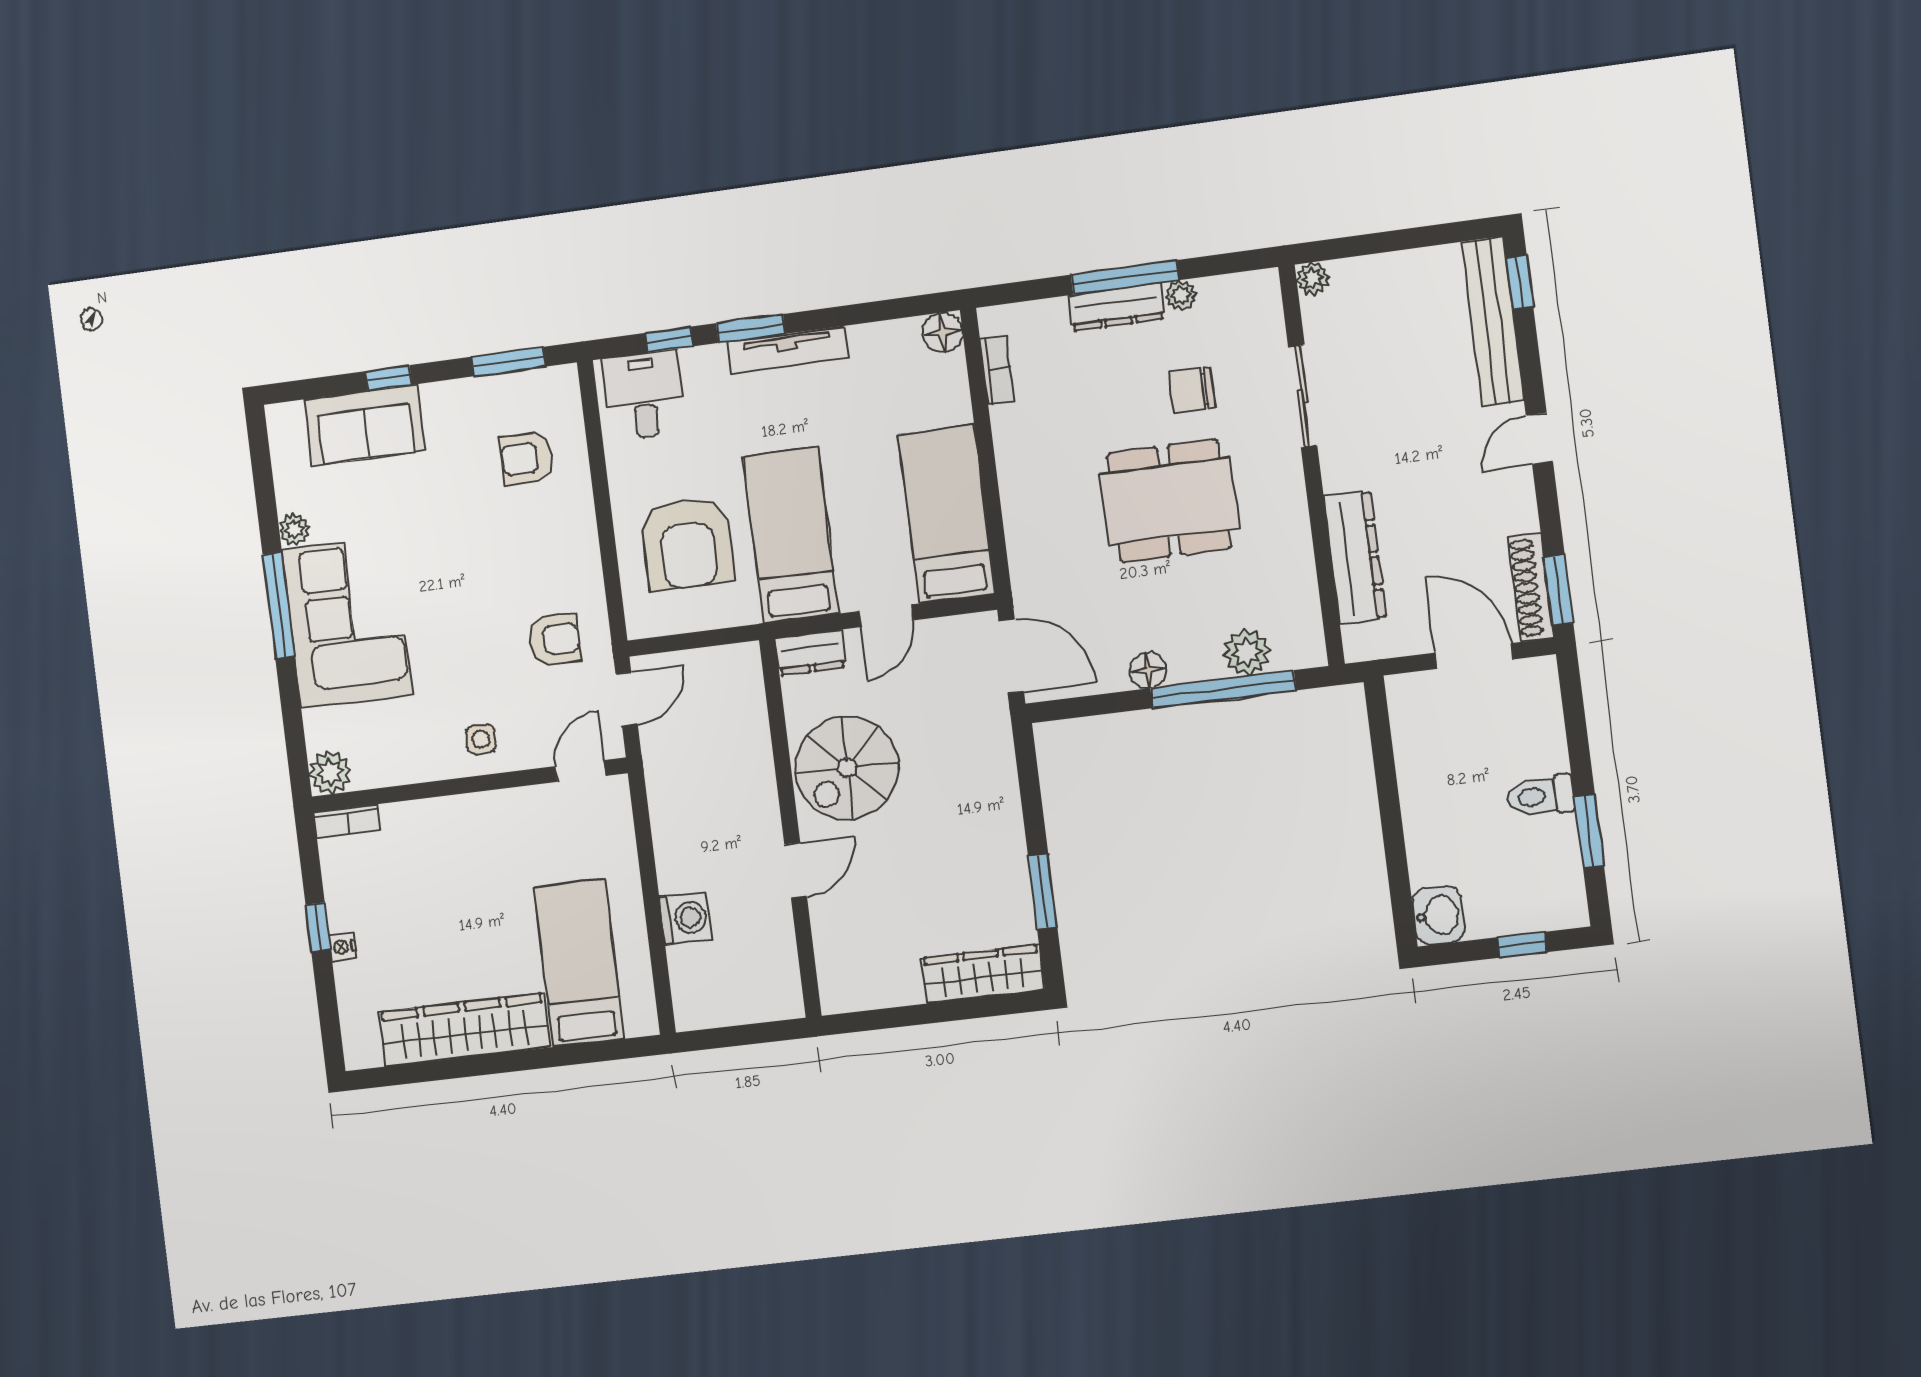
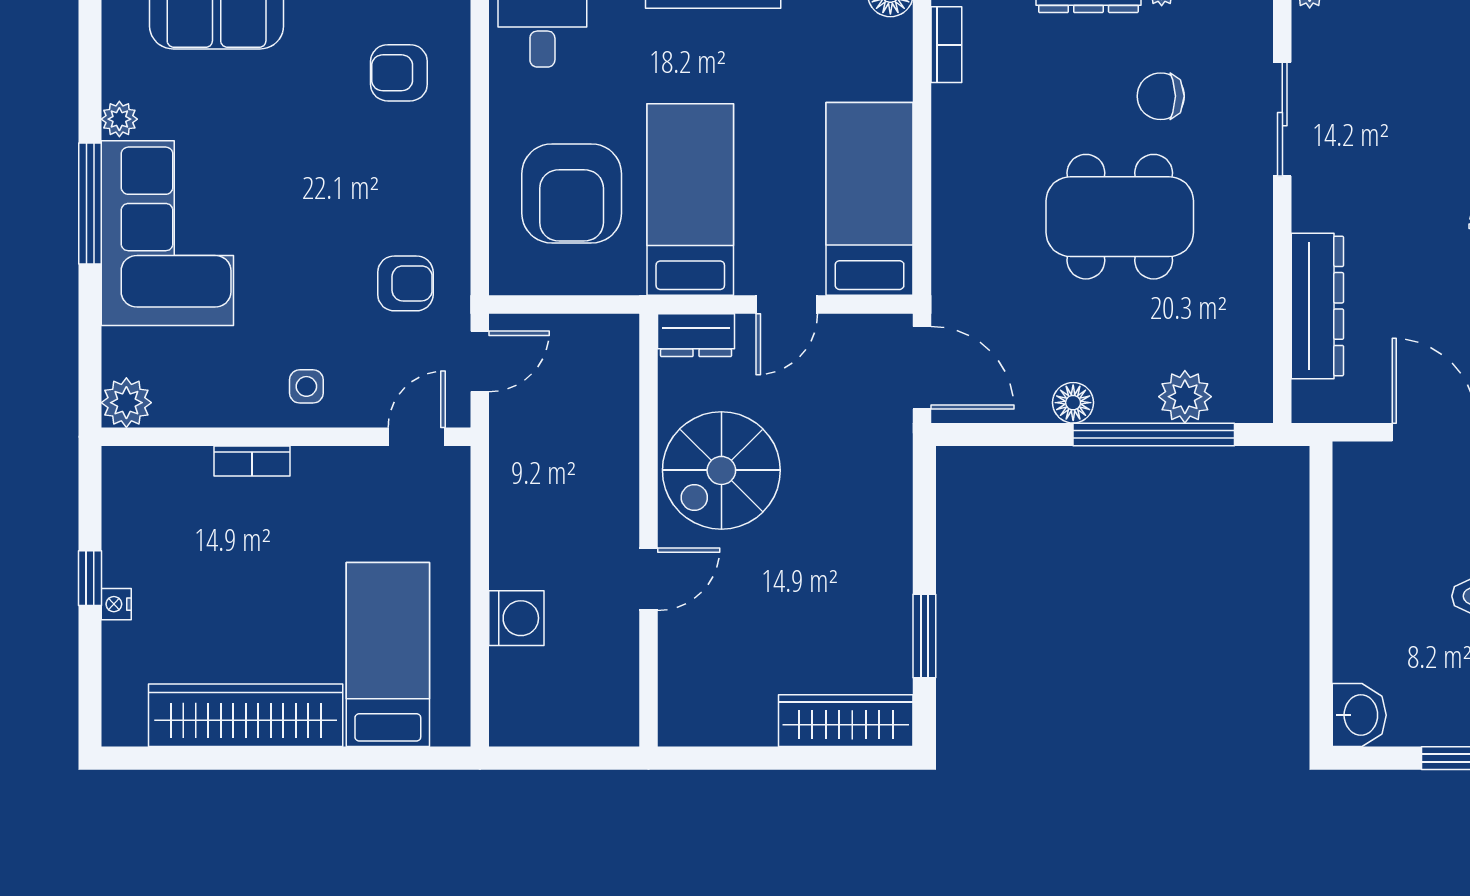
bookcase: (347, 821) -> (252, 461), moved

